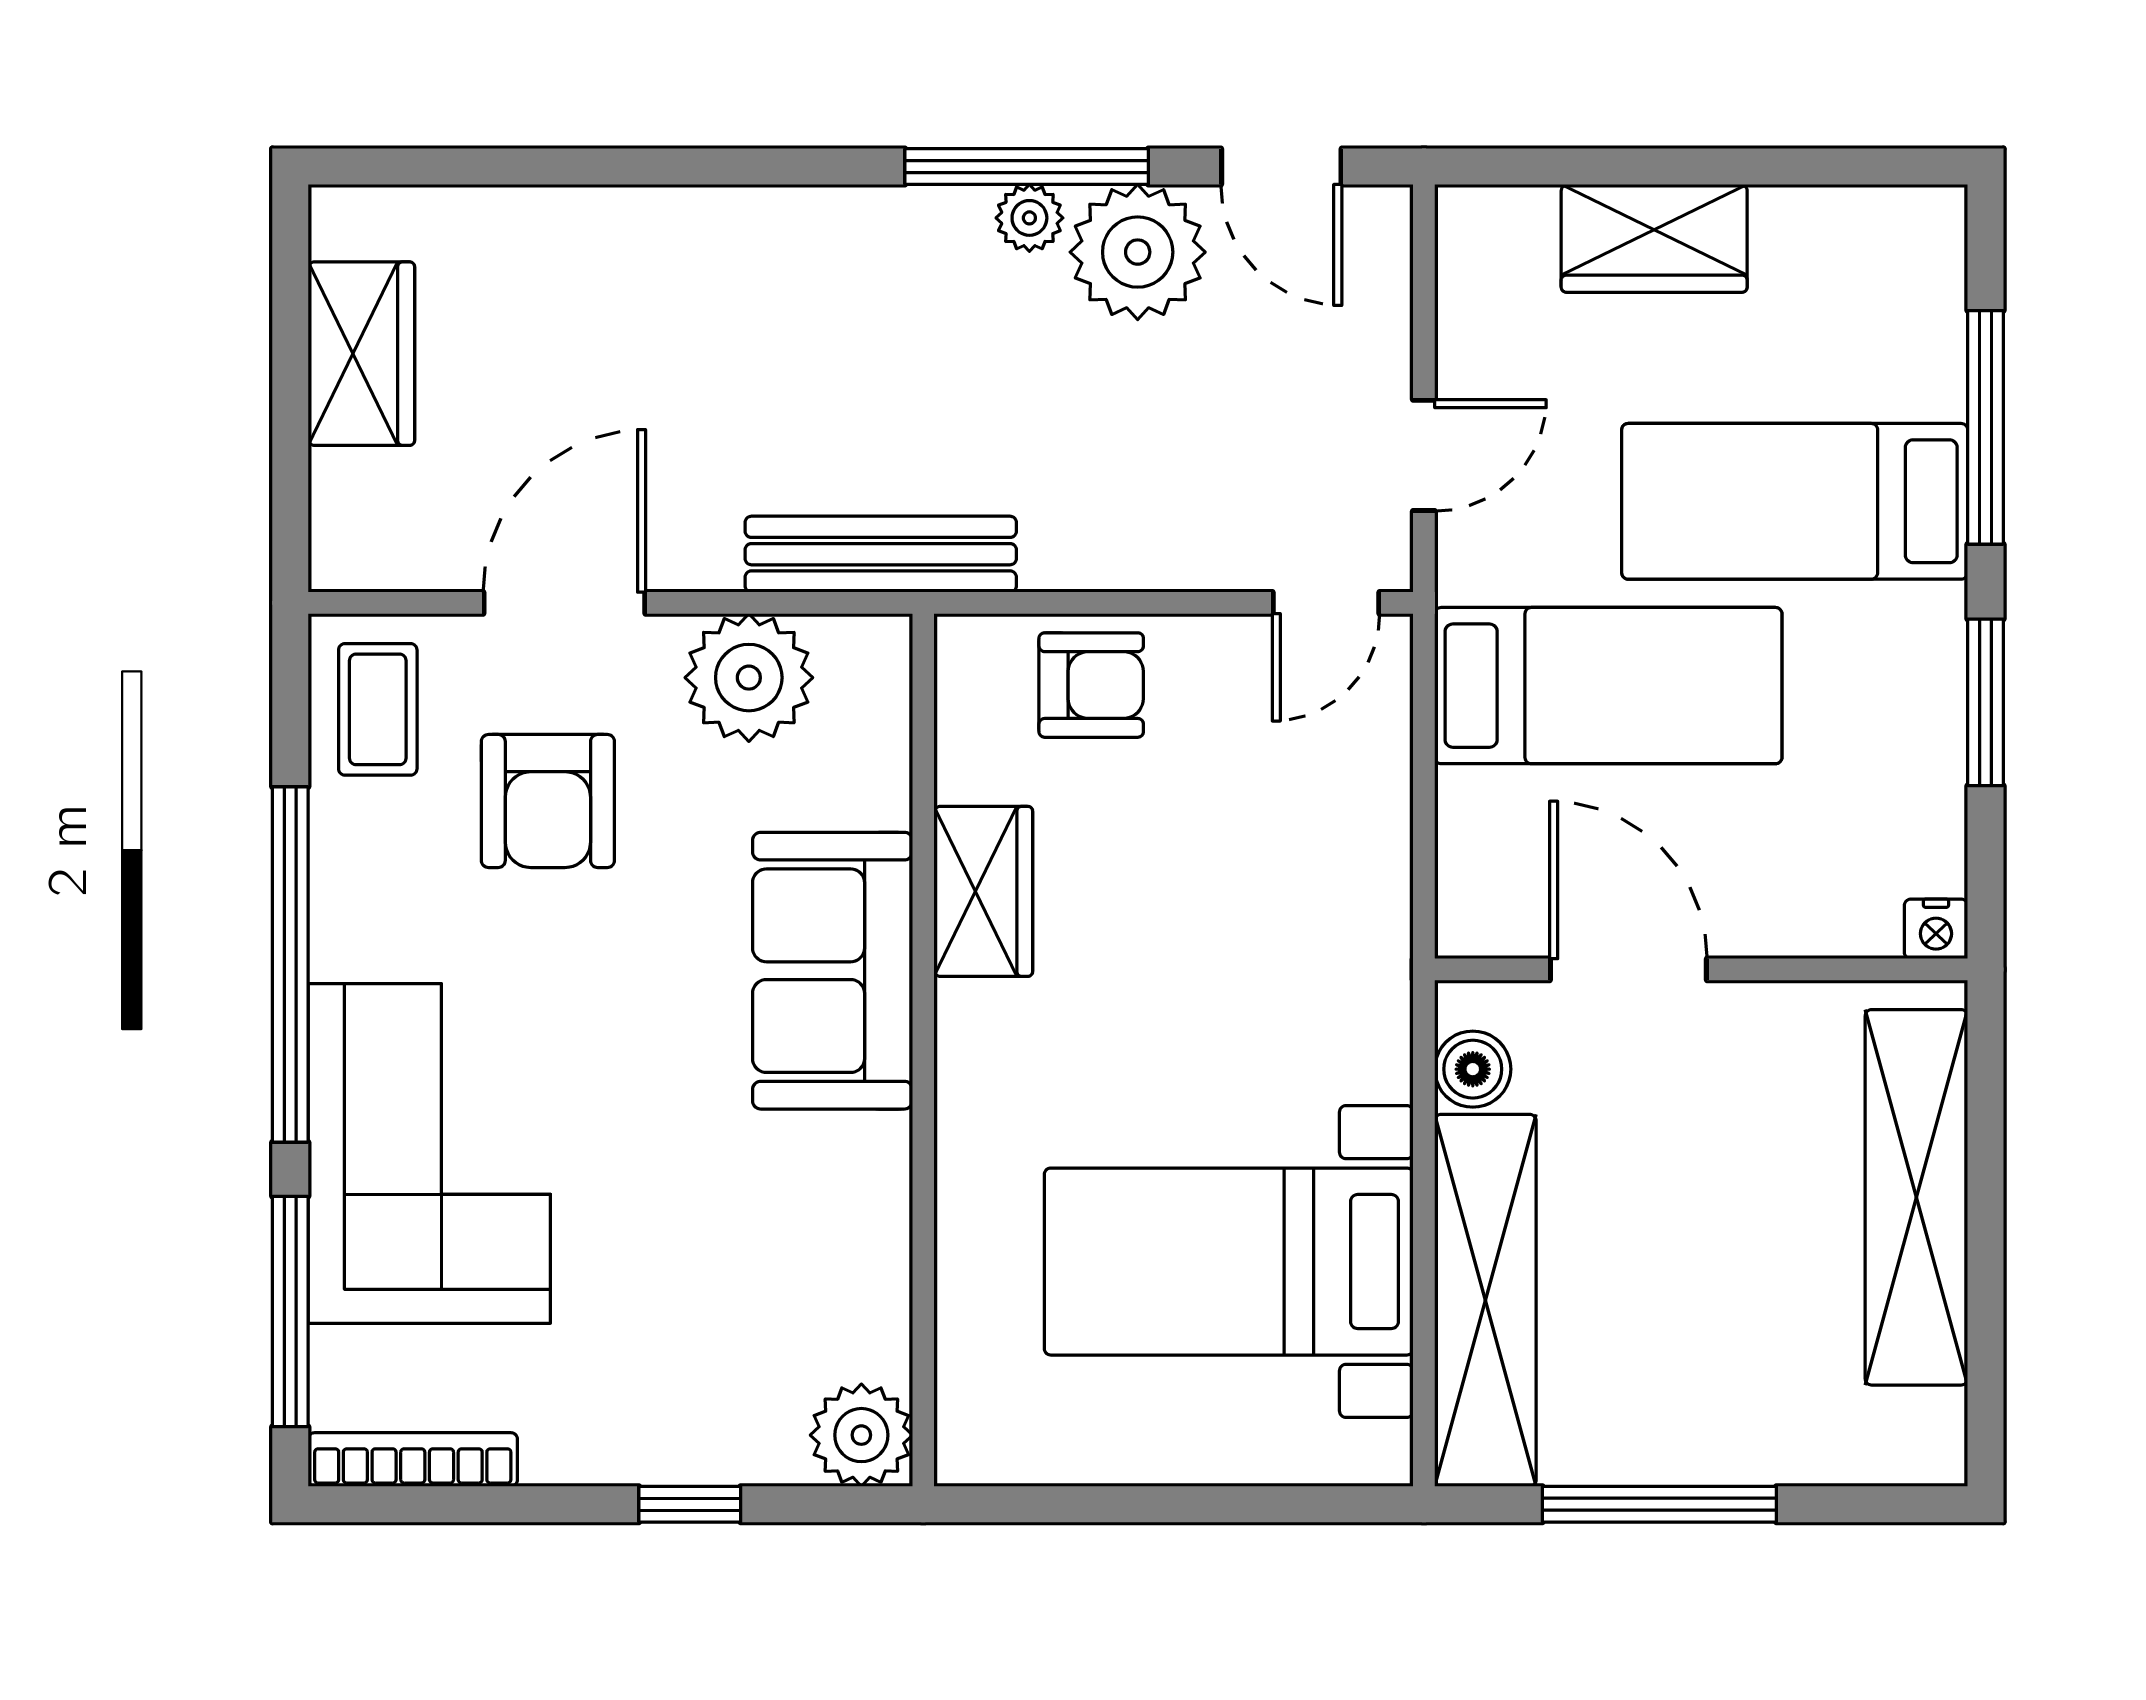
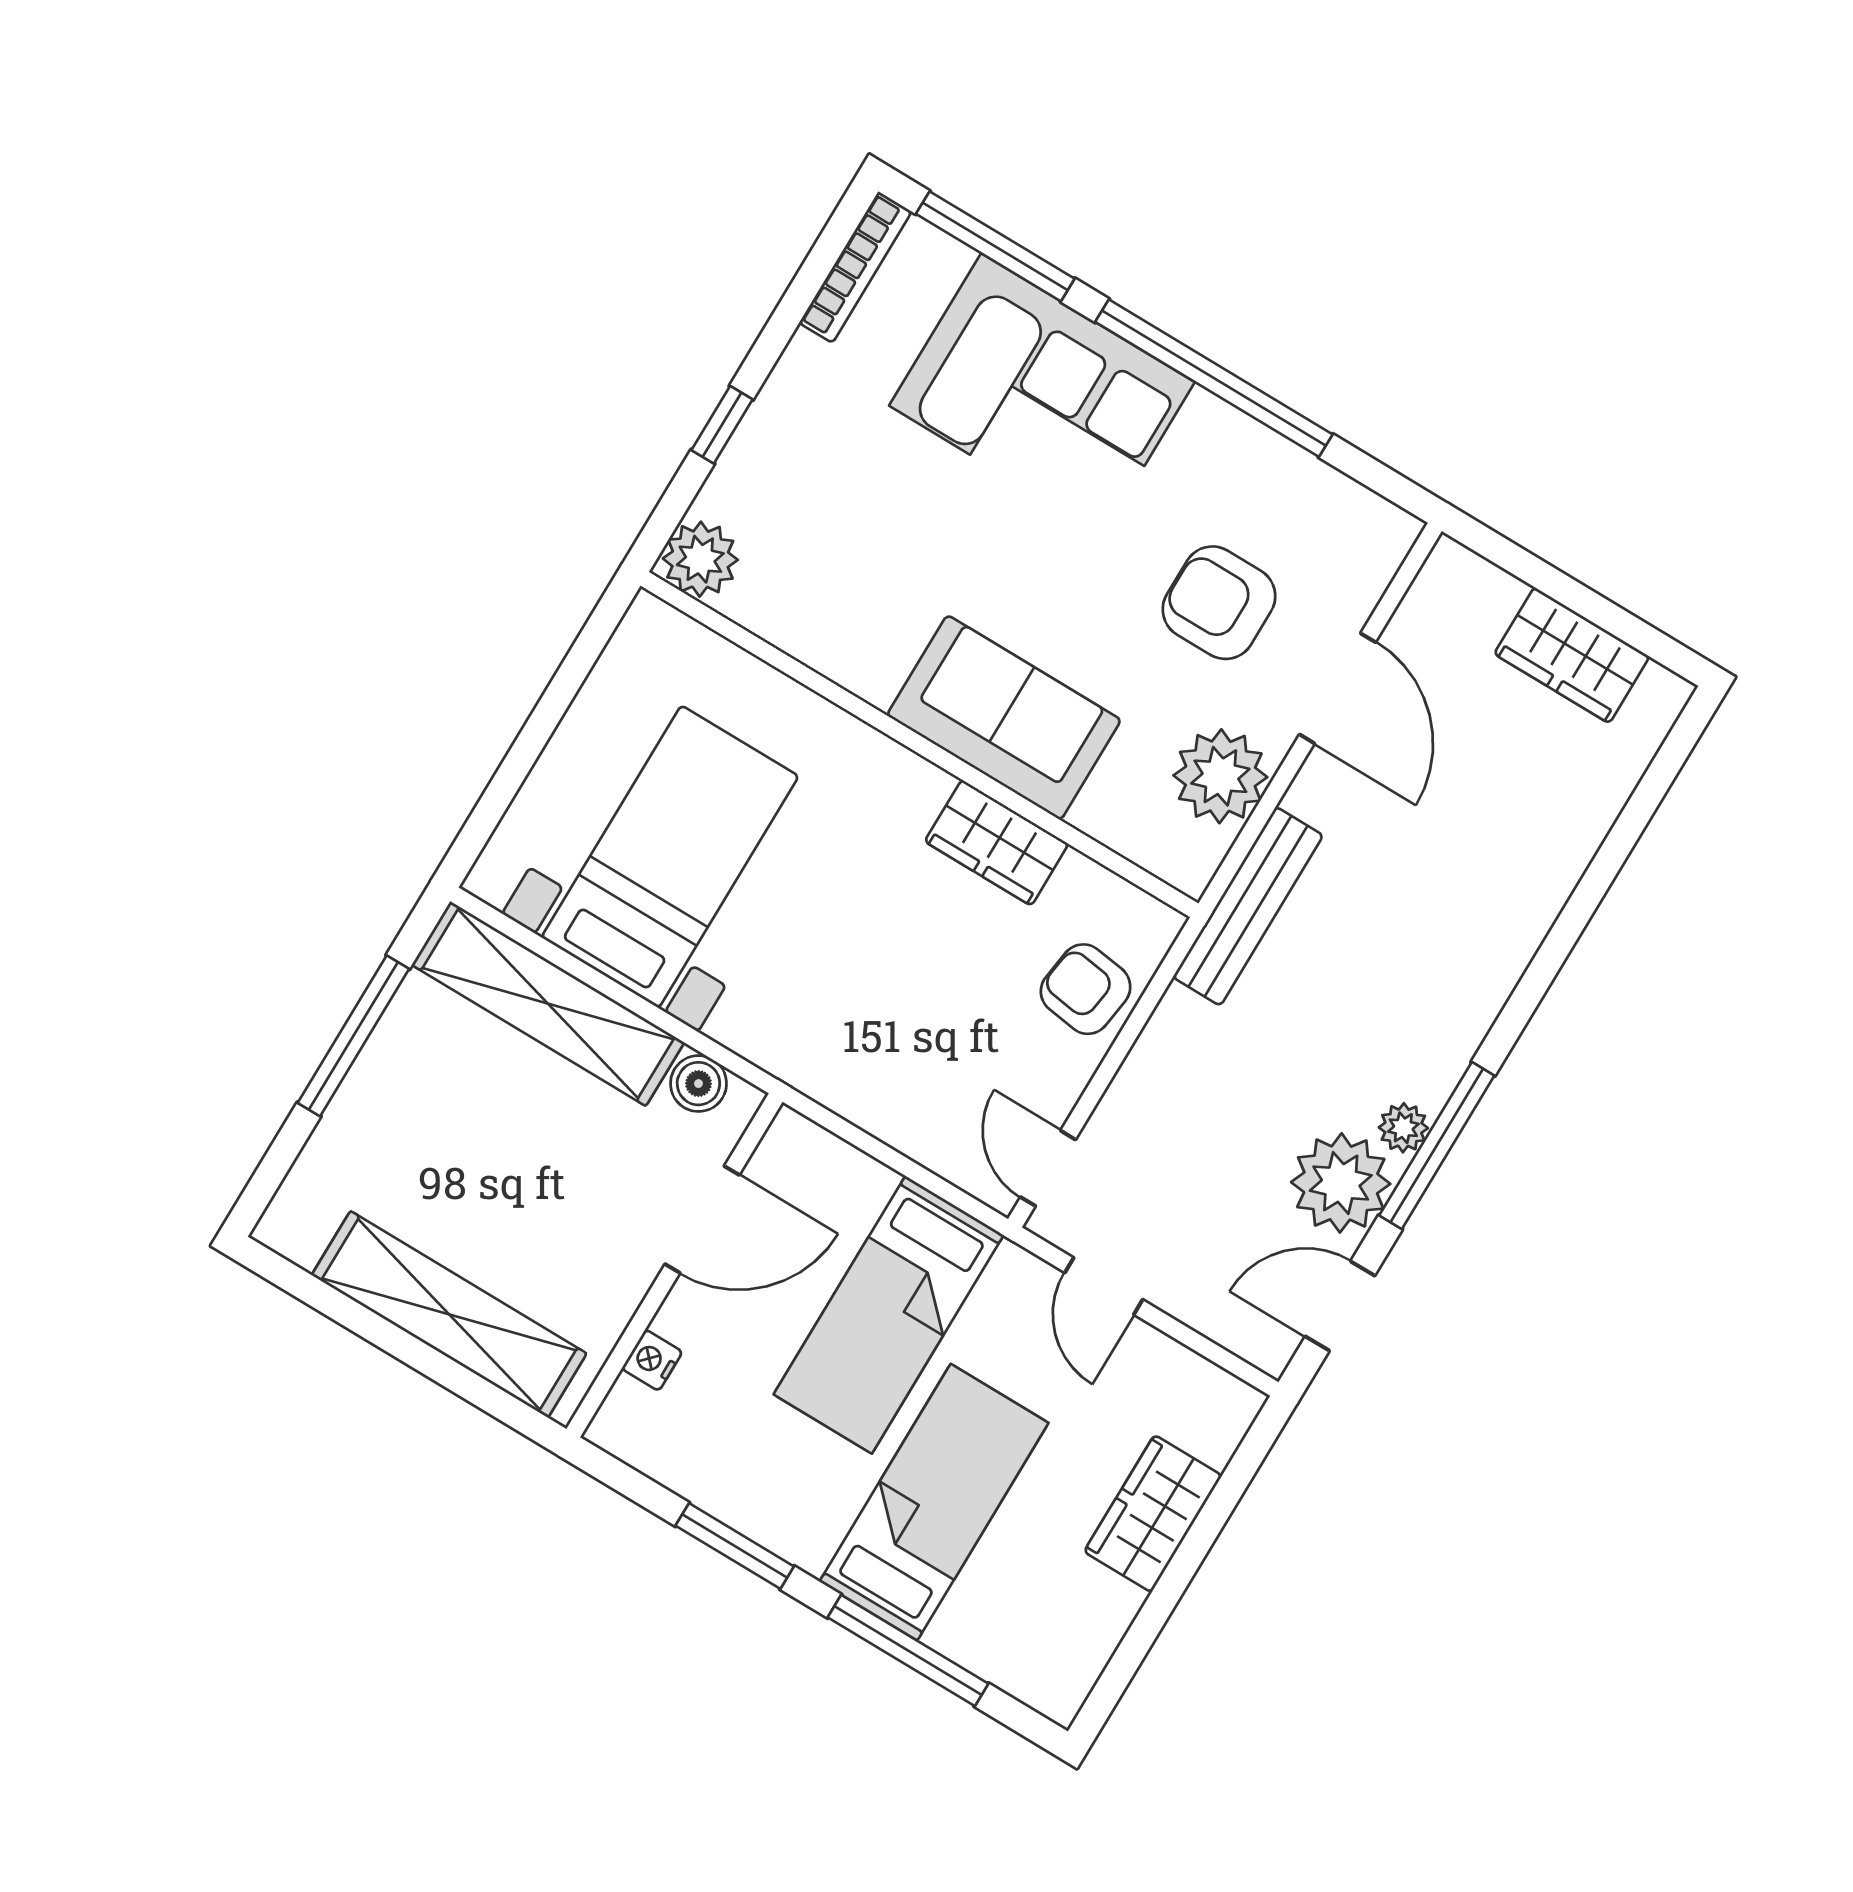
armchair: (1091, 685) -> (1086, 989), turned 98
coffee table: (378, 709) -> (1341, 530), removed
nightstand: (1936, 929) -> (652, 1360), moved

